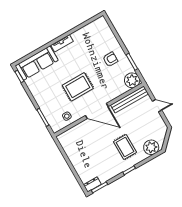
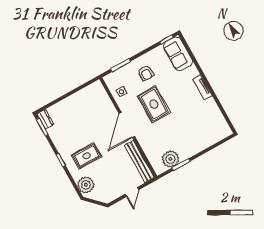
armchair: (110, 59) -> (146, 73), moved
sofa: (37, 63) -> (178, 54), width x0.73
plant: (132, 80) -> (170, 159), moved

